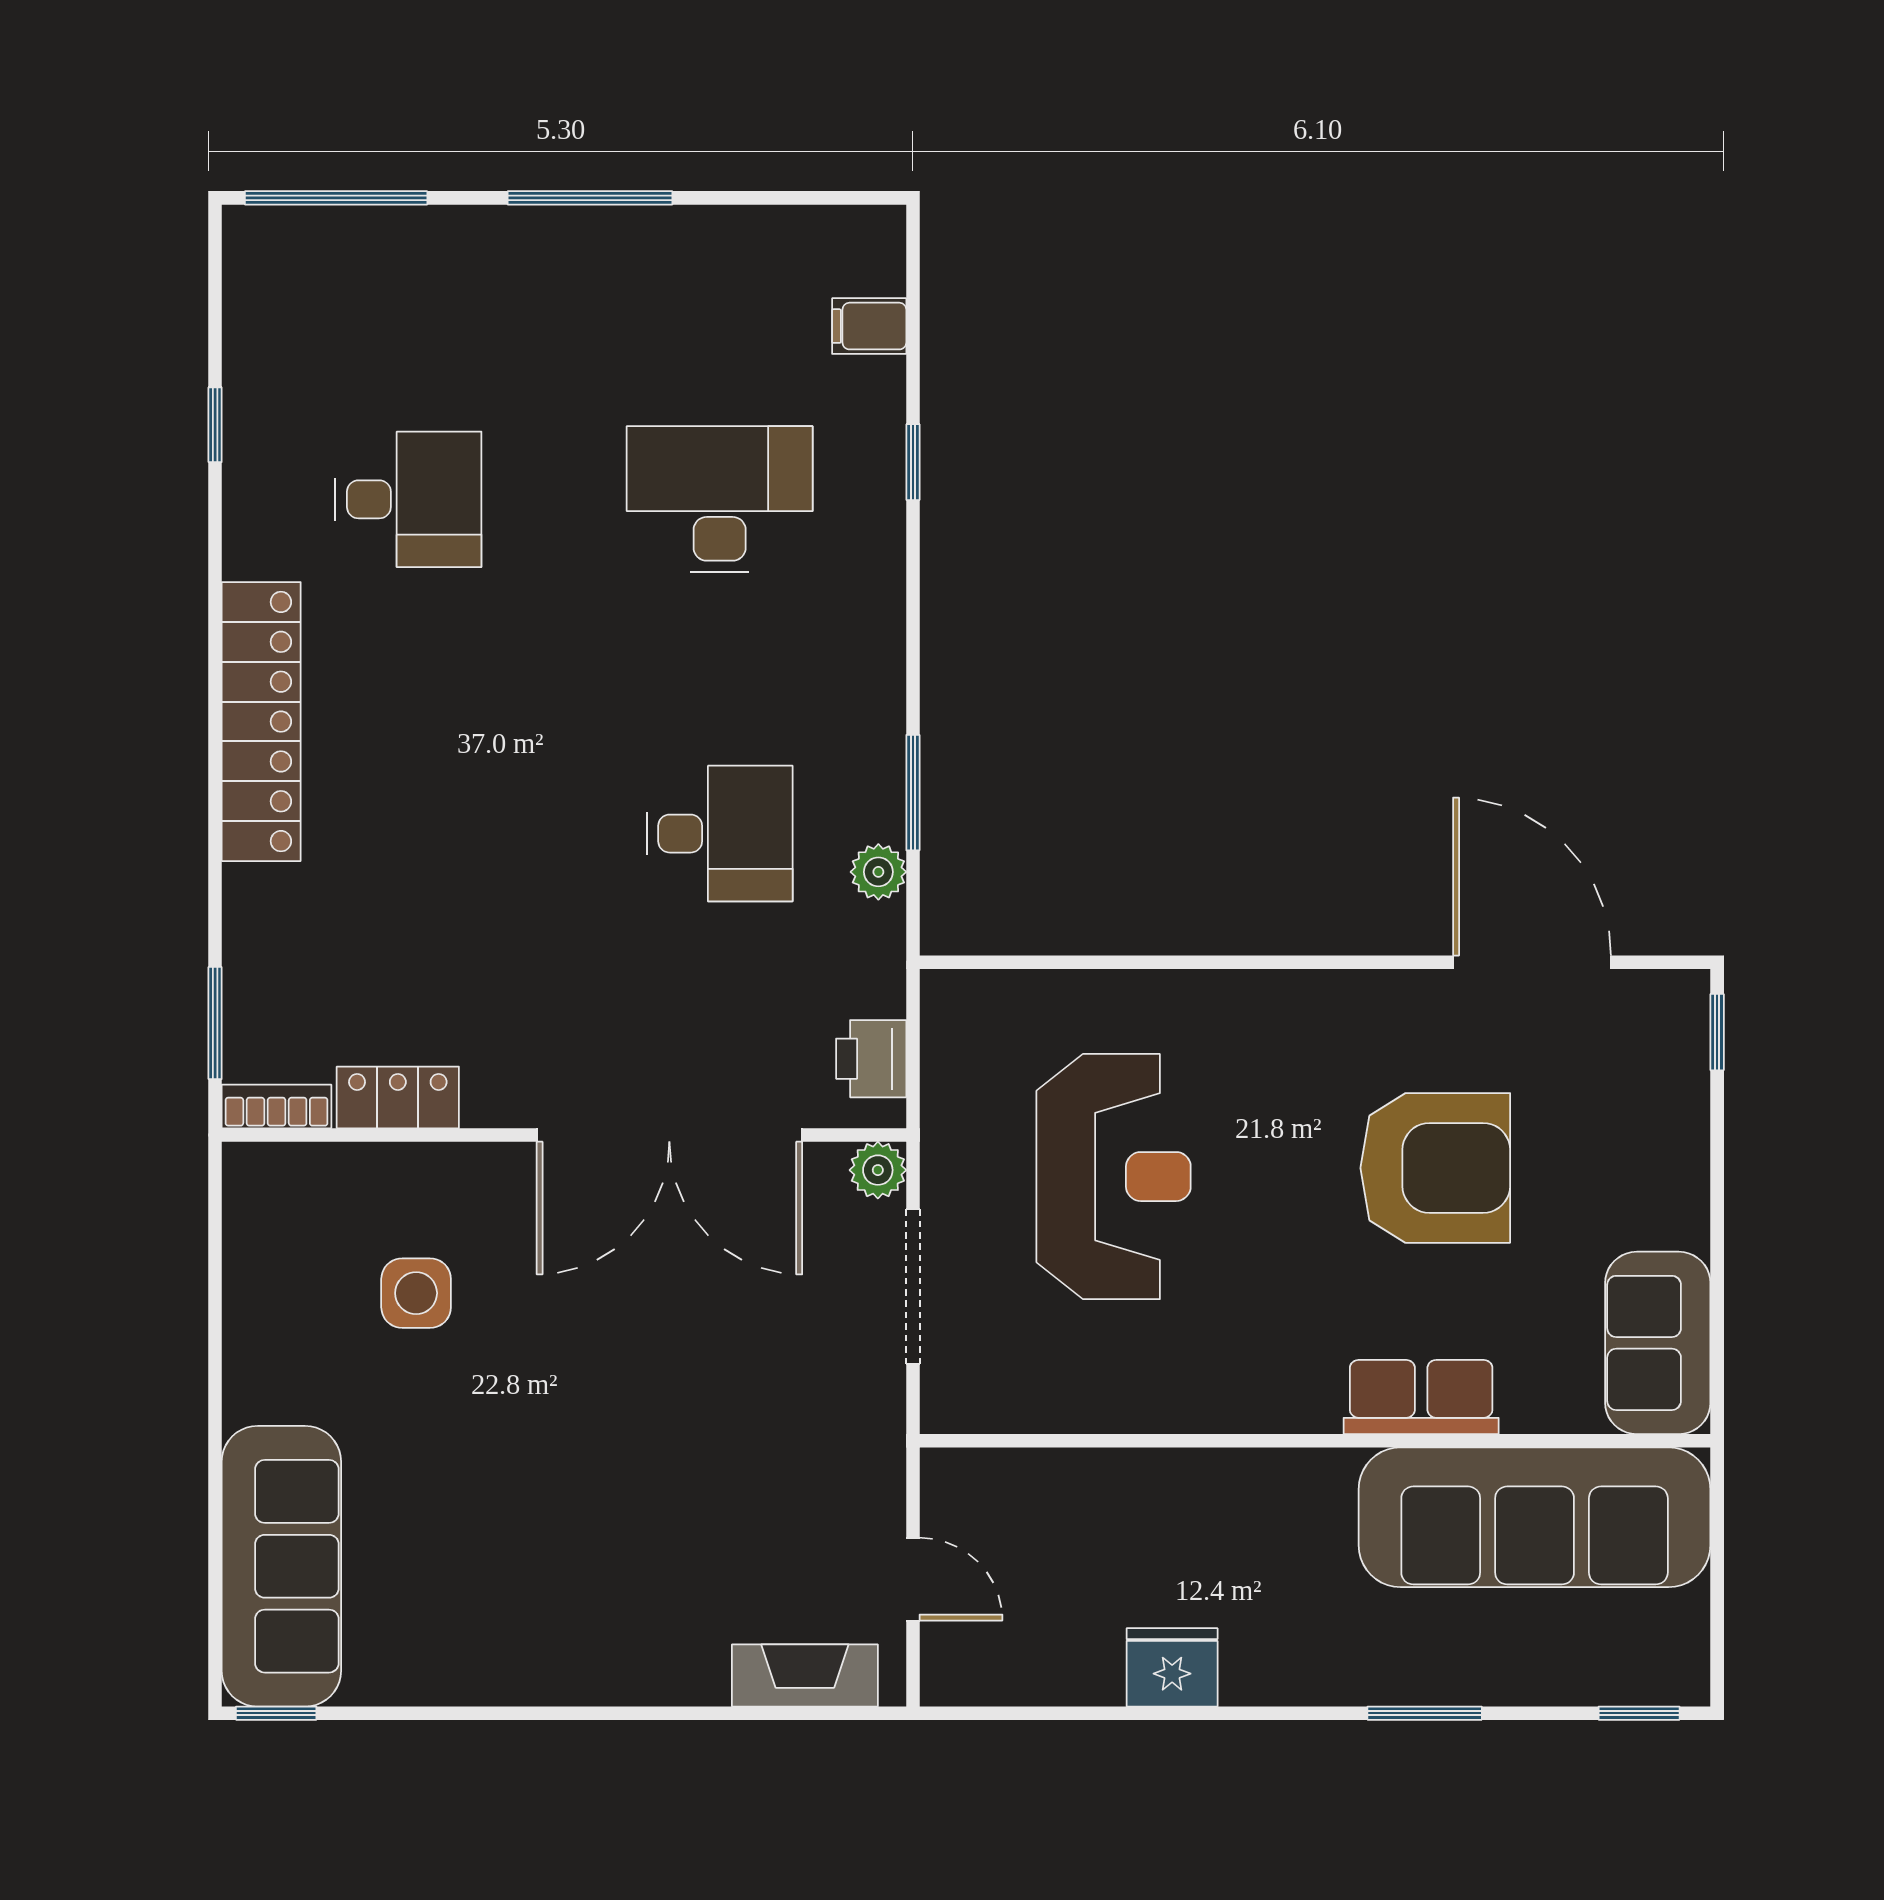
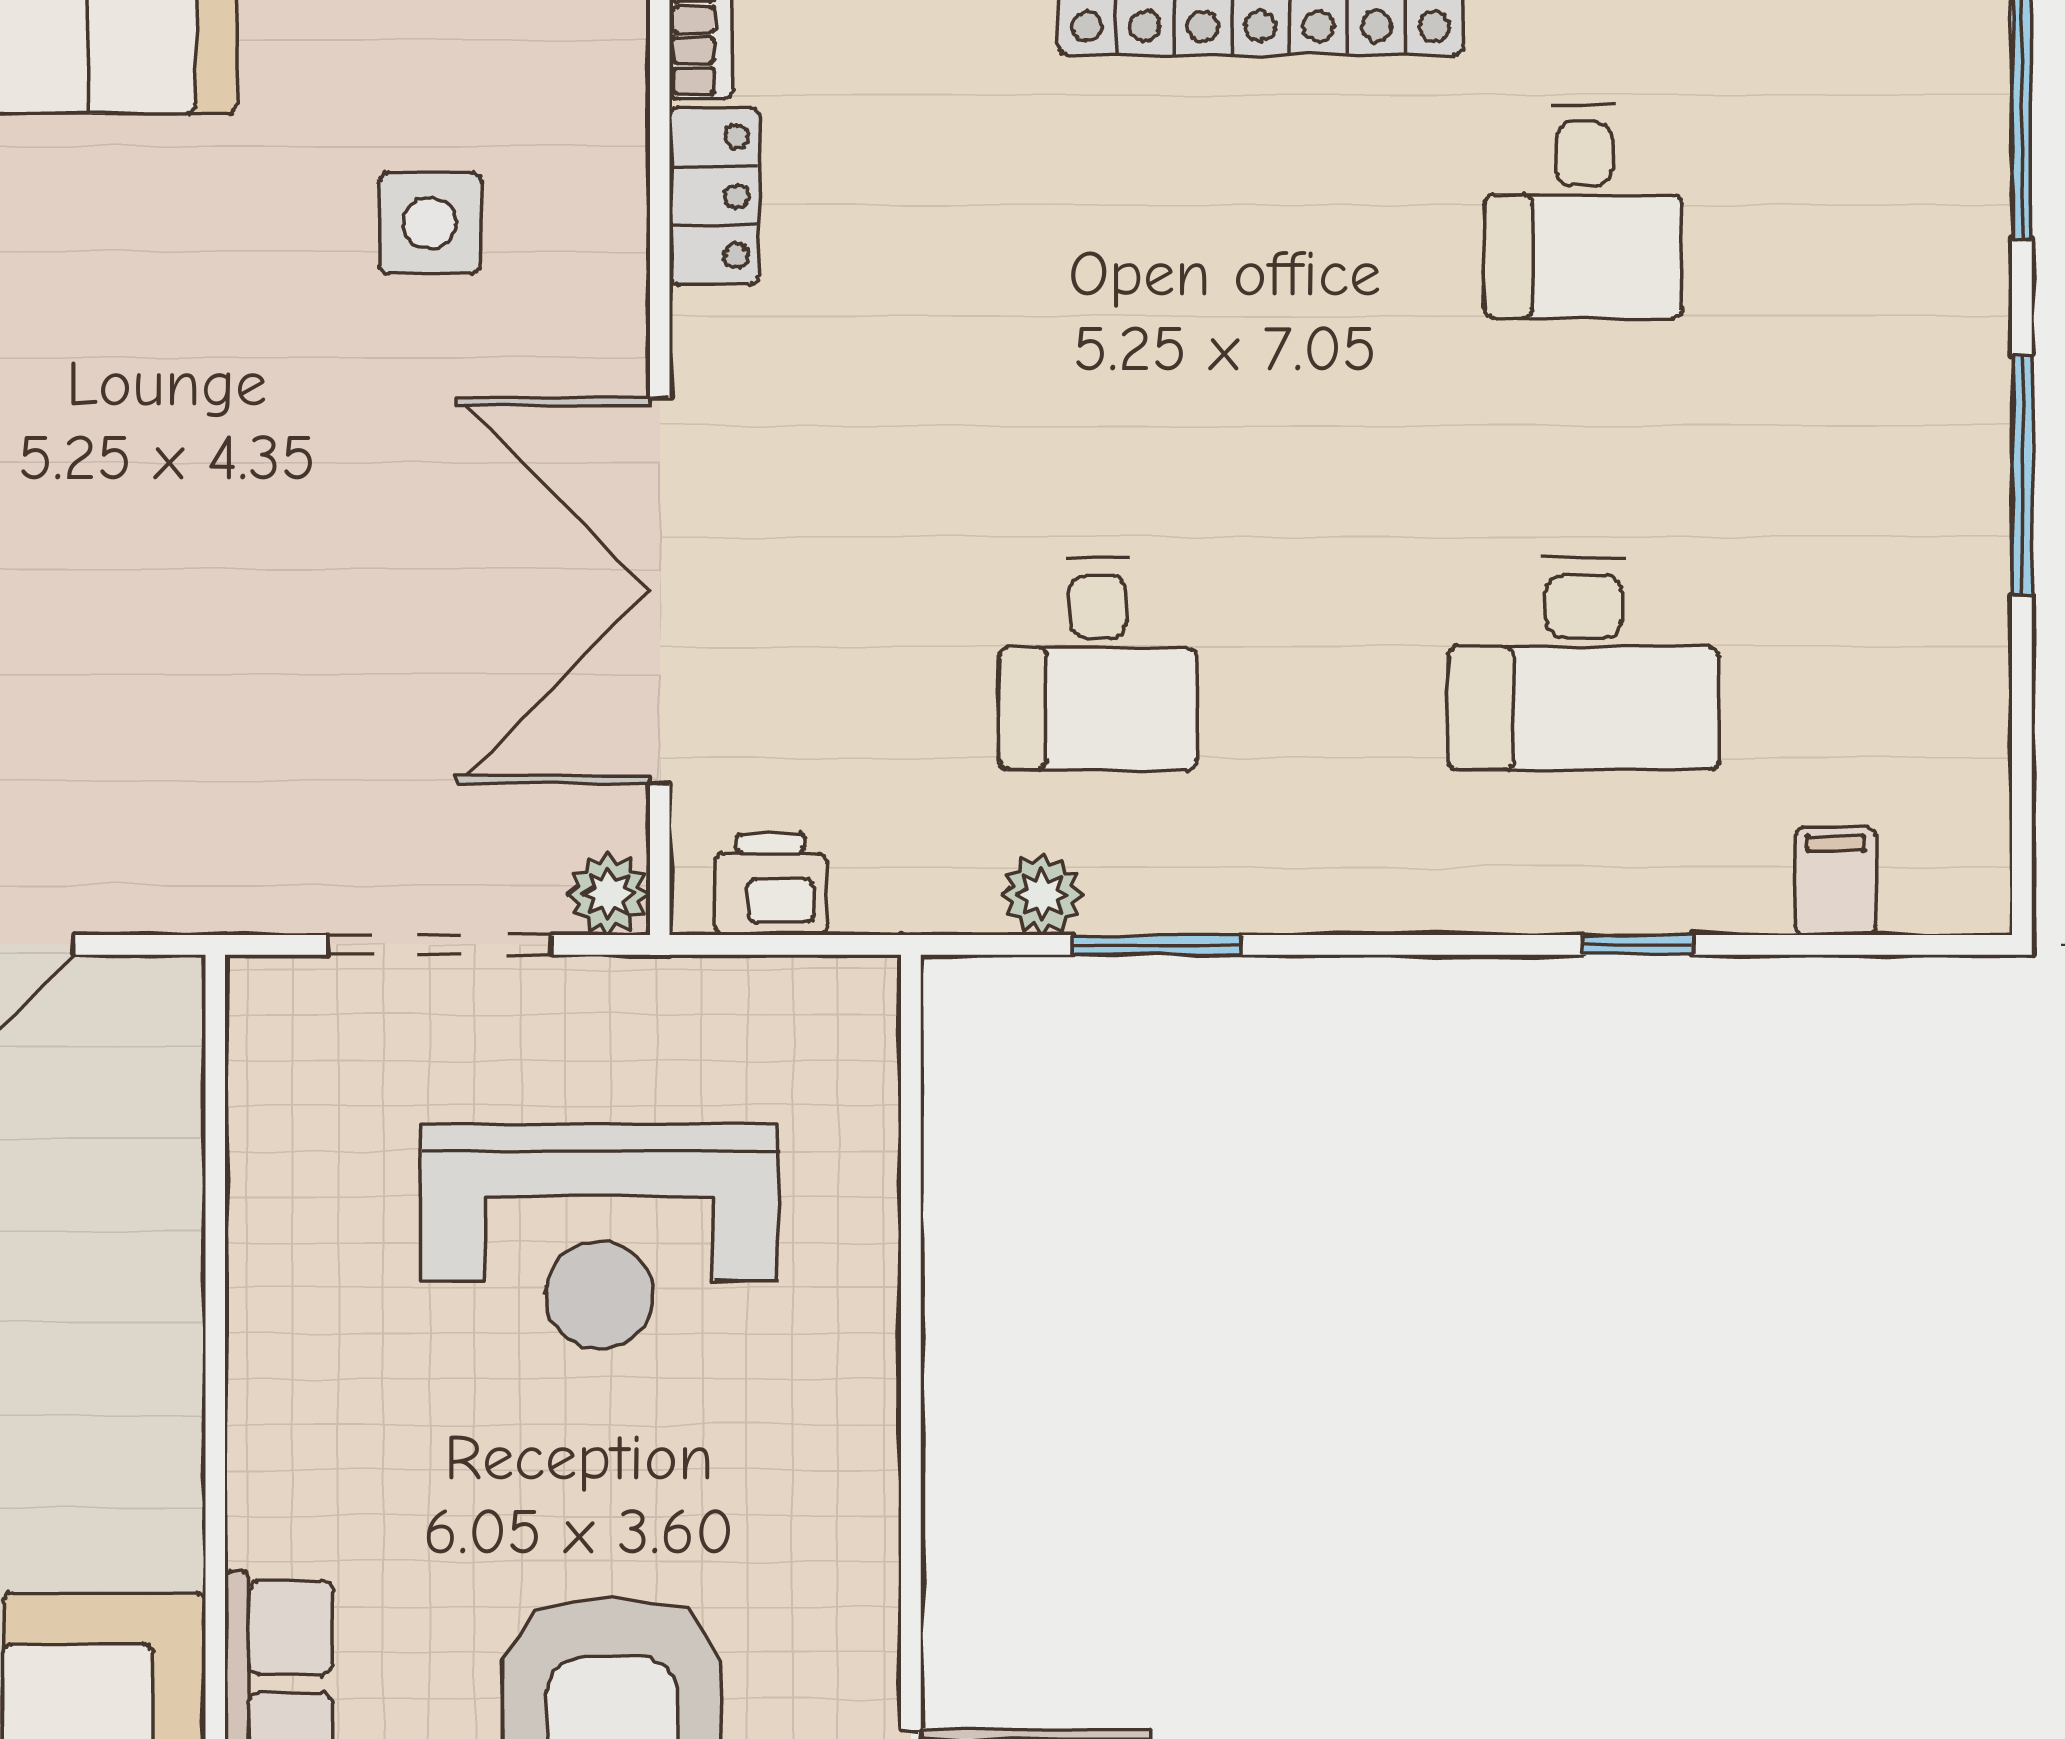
desk: (720, 499) -> (1584, 664), turned 90

